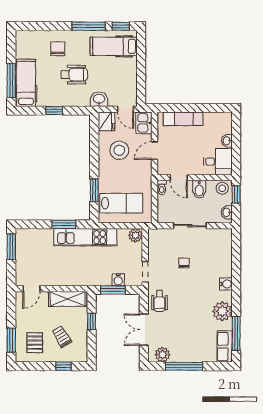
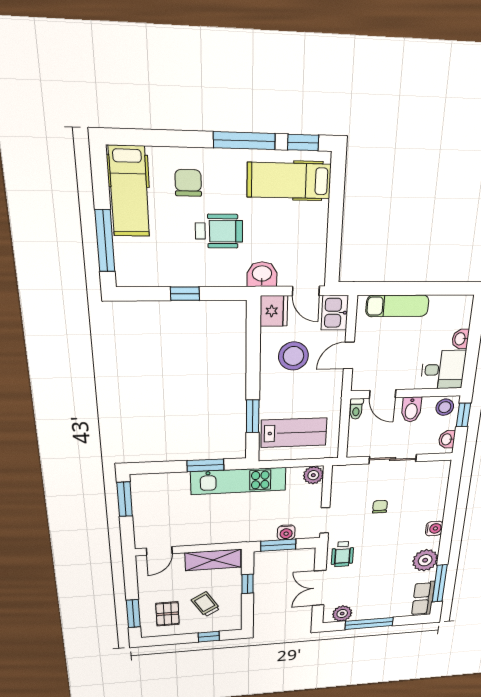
hospital bed: (26, 83) -> (129, 192), moved, turned 180

